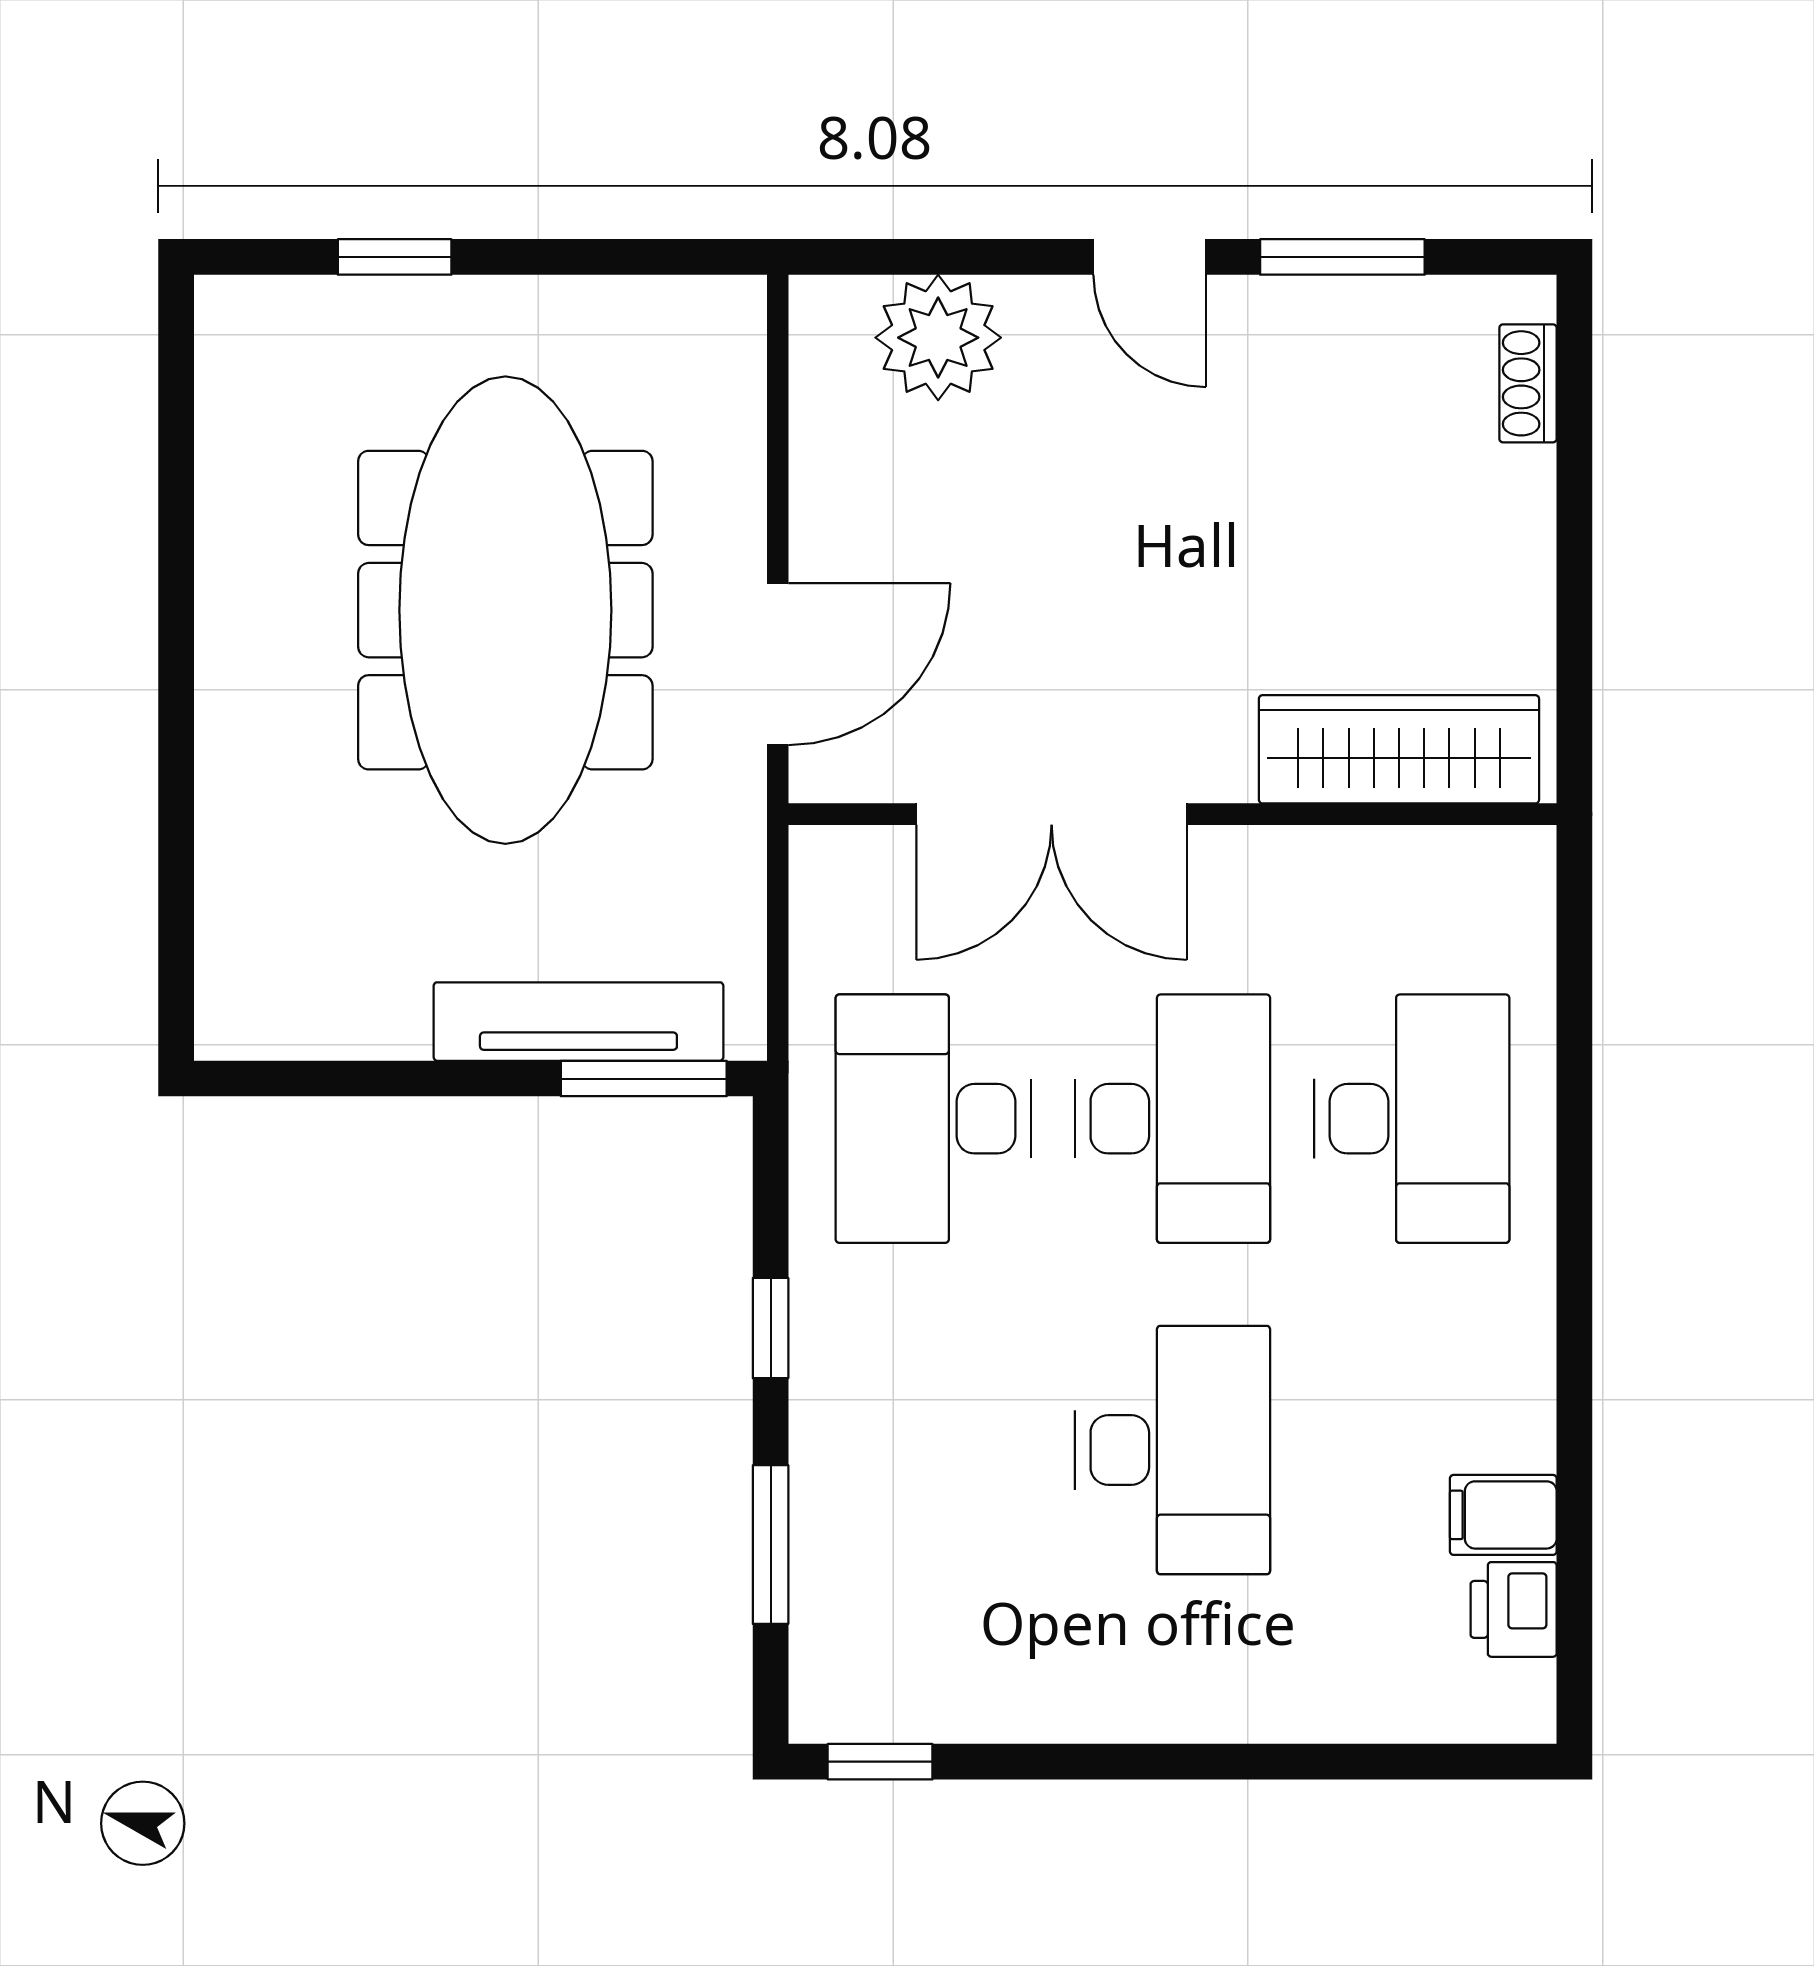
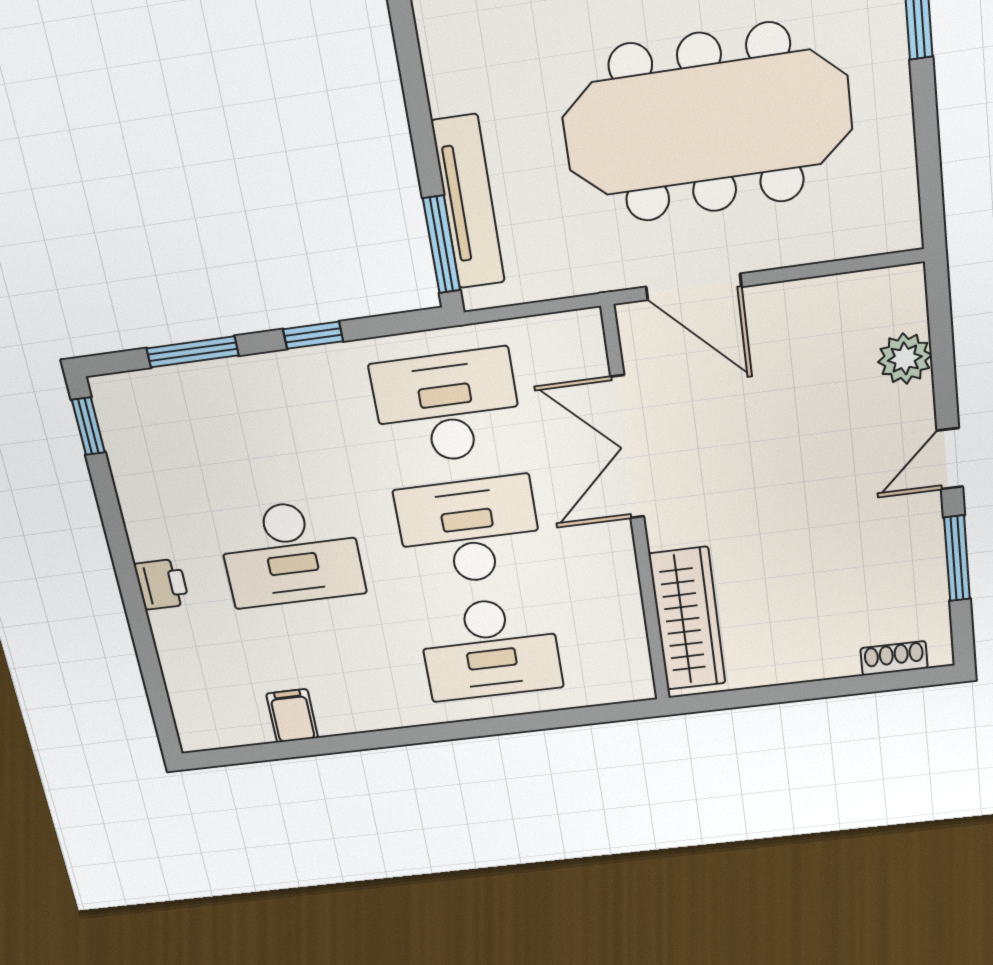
plant: (938, 338) -> (905, 359), width x0.73, depth x0.73
desk: (1172, 1119) -> (469, 531), turned 180
printer: (1514, 1609) -> (162, 584), moved, turned 90

